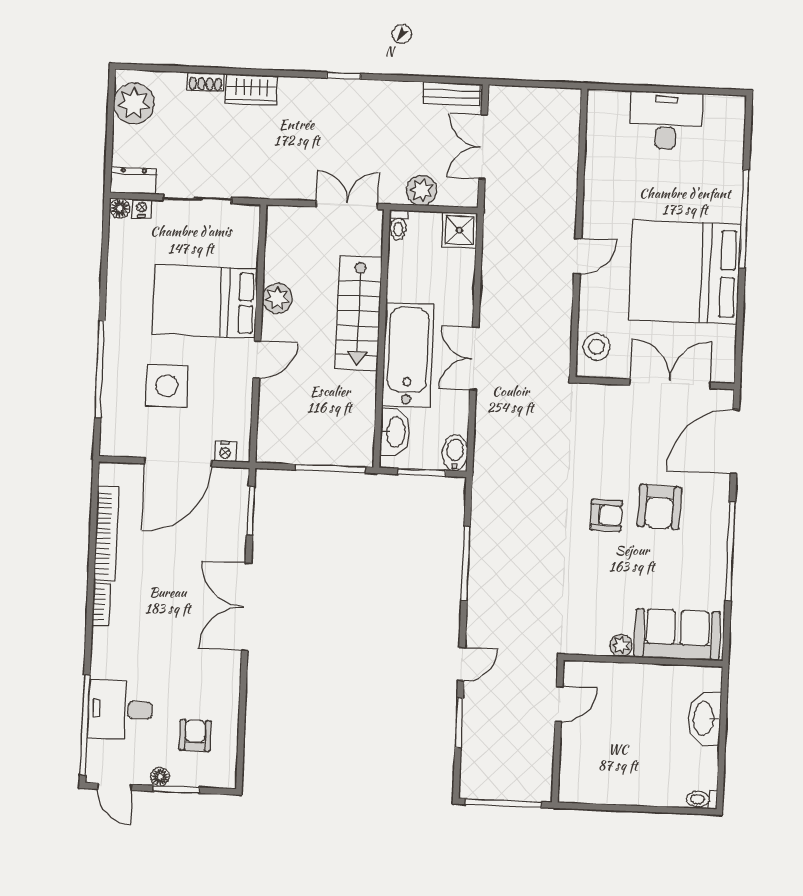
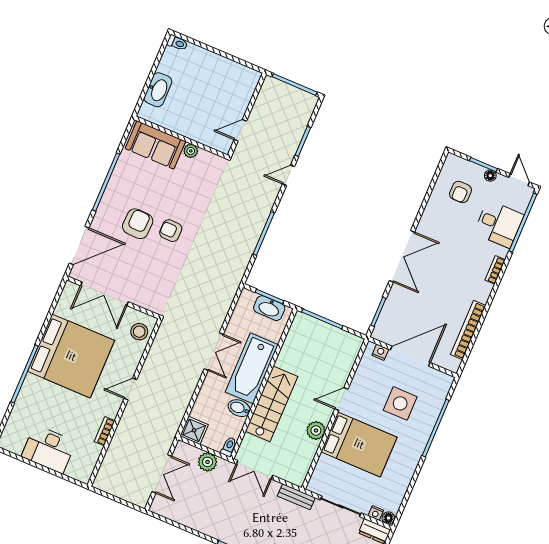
bench: (452, 94) -> (296, 497), moved
bookcase: (592, 179) -> (105, 431), added
washbasin: (395, 432) -> (269, 308), moved, turned -90
bidet: (455, 453) -> (239, 408), moved, turned 90
bookcase: (101, 605) -> (495, 270), moved

